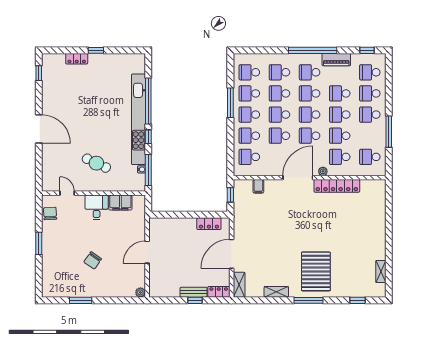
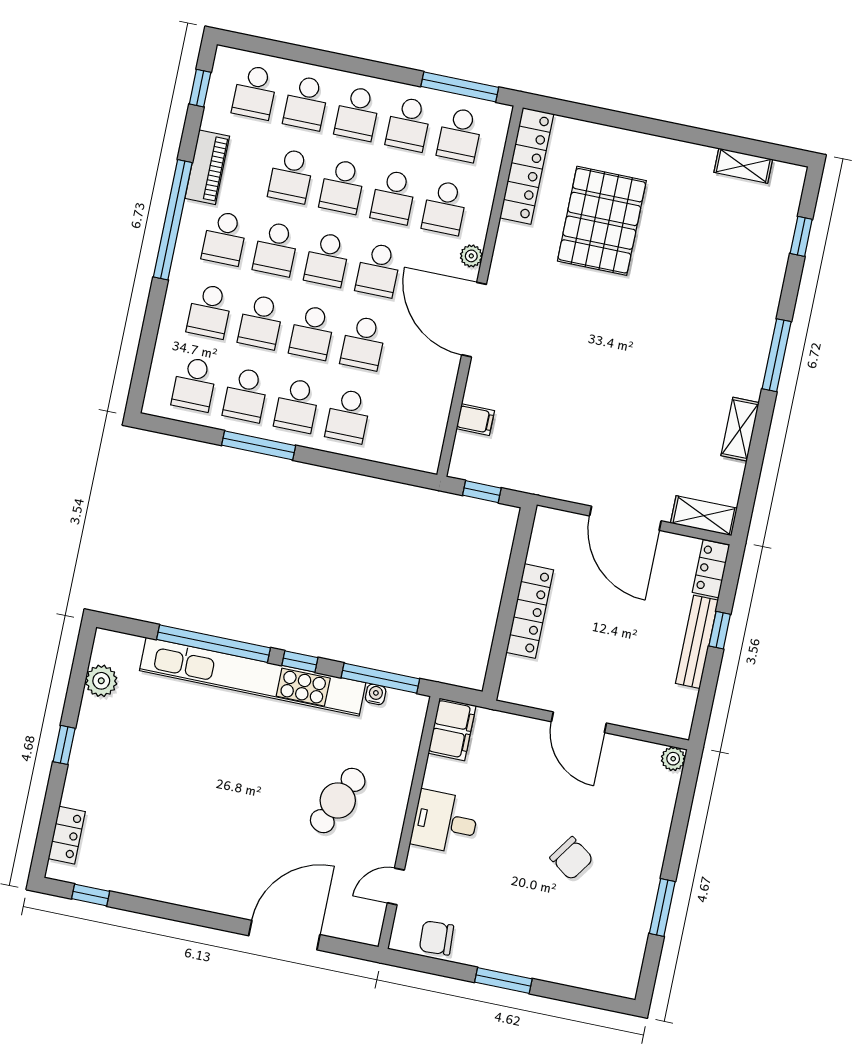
locker: (77, 59) -> (67, 835), moved
plant: (124, 60) -> (101, 681), added
door: (39, 129) -> (284, 935), moved
window: (389, 132) -> (460, 87), moved
school desk: (249, 157) -> (409, 124), moved
locker: (337, 186) -> (527, 166), moved
filing cabinet: (120, 203) -> (452, 729), moved
locker: (209, 224) -> (530, 611), moved, width x1.53
pallet: (316, 271) -> (602, 221), moved, turned 90
bench: (193, 292) -> (697, 642), width x1.36

